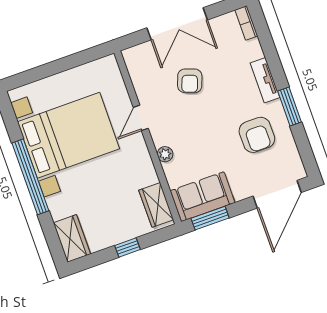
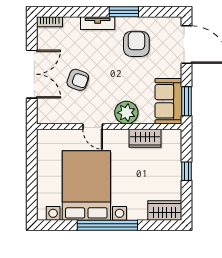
armchair: (257, 135) -> (136, 44), turned -90
plant: (165, 154) -> (126, 113), width x1.88, depth x1.88
wardrobe: (156, 205) -> (145, 138), moved

